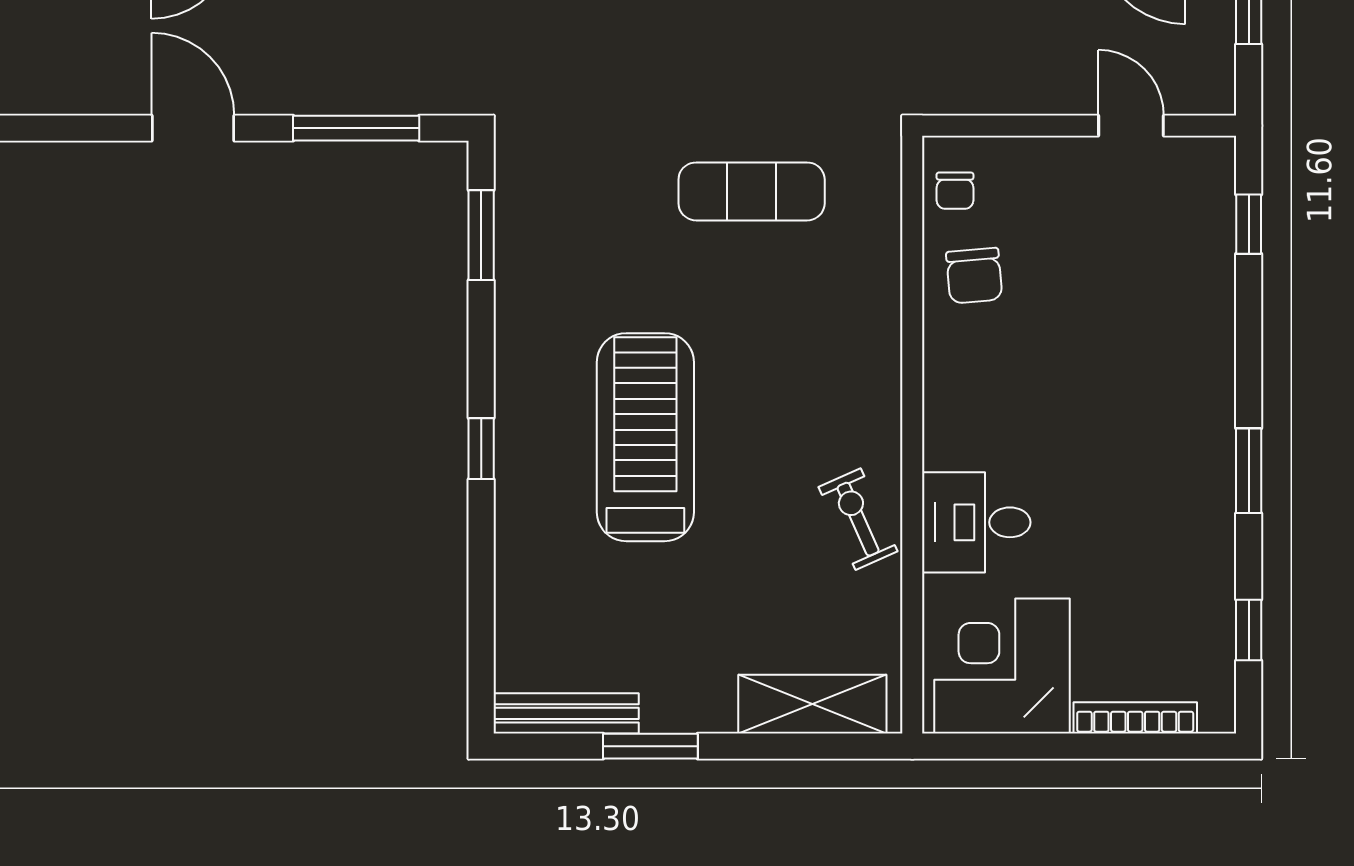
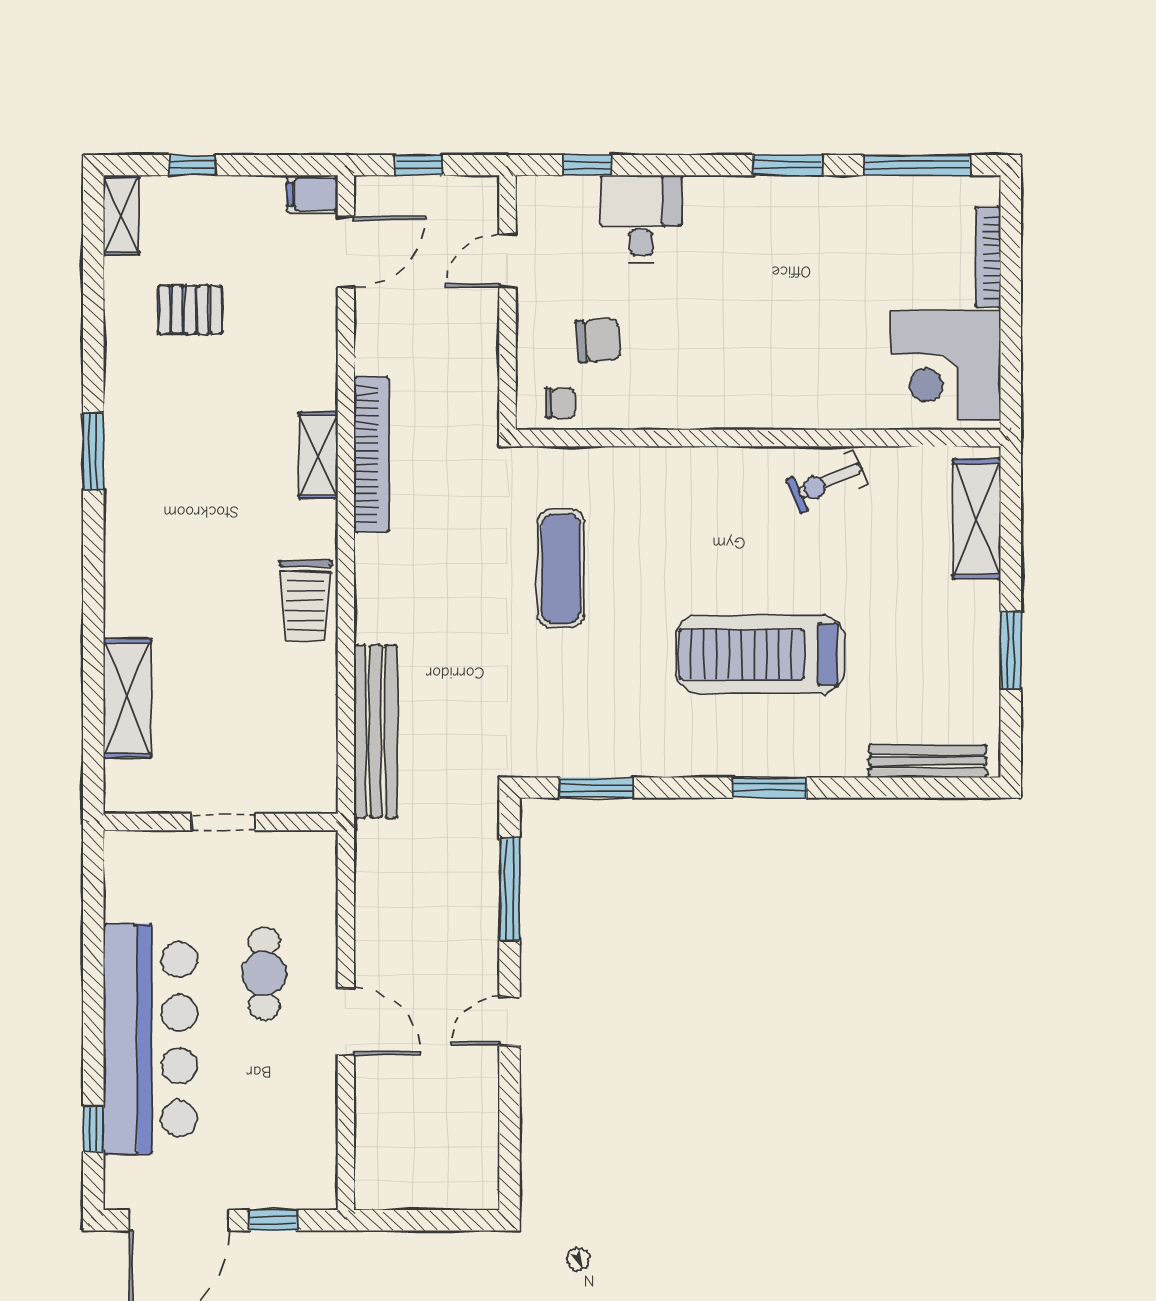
door: (193, 128) -> (510, 1021), width x0.73
chair: (974, 276) -> (598, 340), moved
window: (481, 449) -> (769, 788), width x1.50
desk: (976, 522) -> (641, 219), moved, turned 180
window: (1249, 630) -> (917, 165), width x2.17
bench: (566, 713) -> (928, 761), moved, turned 90

